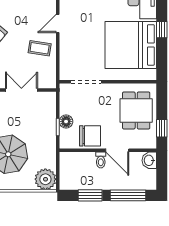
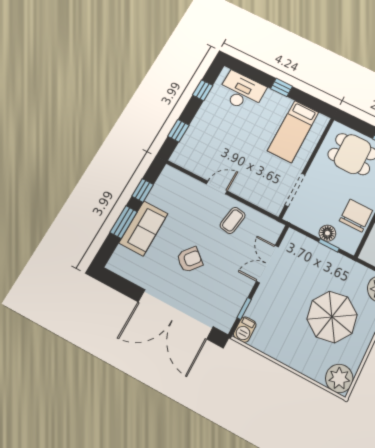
door: (58, 23) -> (217, 187), swing flipped
bed: (131, 45) -> (293, 131), width x0.49

